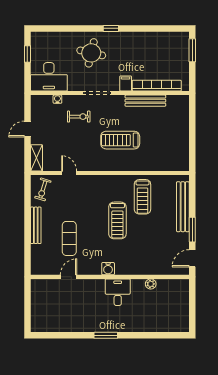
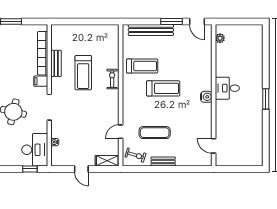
window: (27, 54) -> (30, 169), moved
bench: (145, 101) -> (56, 63), width x0.73
exercise bike: (79, 117) -> (112, 79), moved
treadmill: (120, 140) -> (83, 73), moved
bench: (36, 225) -> (163, 161), width x0.73
exercise mat: (69, 238) -> (155, 133), moved
door: (69, 277) -> (214, 146), moved
plant: (151, 284) -> (220, 38), moved

